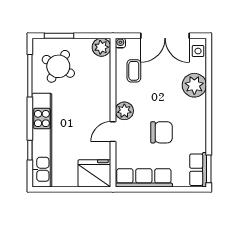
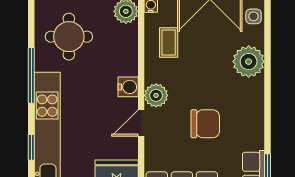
round table: (58, 66) -> (69, 37), turned -30
window: (30, 76) -> (31, 75), moved
water cooler: (103, 104) -> (128, 87), added

